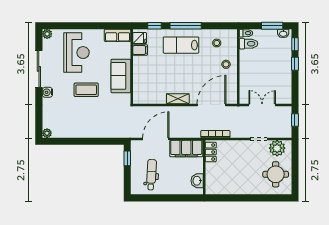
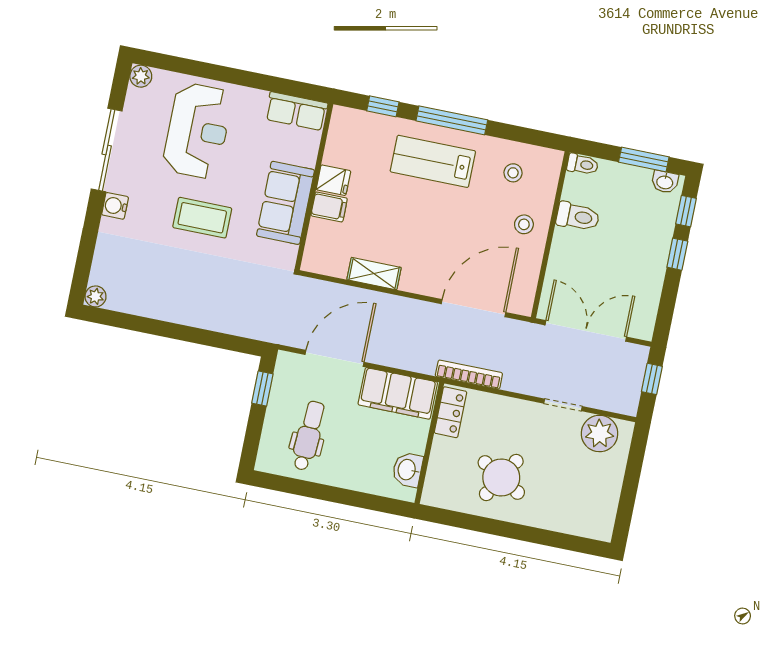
fridge: (140, 38) -> (333, 180), moved
toilet: (249, 44) -> (578, 217), moved
filing cabinet: (140, 50) -> (329, 207), moved
shelving: (178, 99) -> (374, 274), moved
double door: (262, 105) -> (586, 331), width x1.37
round table: (276, 174) -> (501, 478), moved, turned 31

